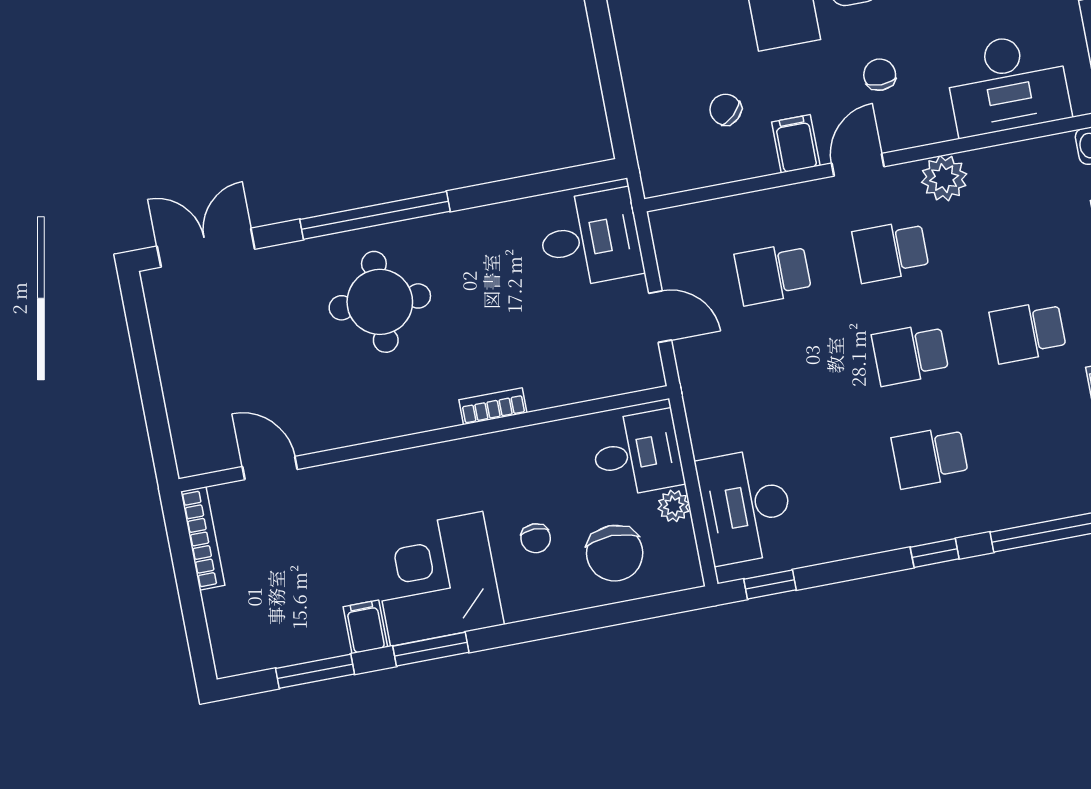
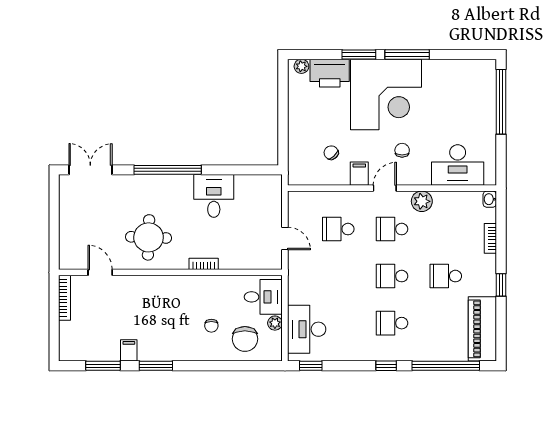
desk: (590, 238) -> (214, 196), moved, turned -90
round table: (380, 302) -> (149, 237), moved
corner desk: (437, 579) -> (164, 335), removed

